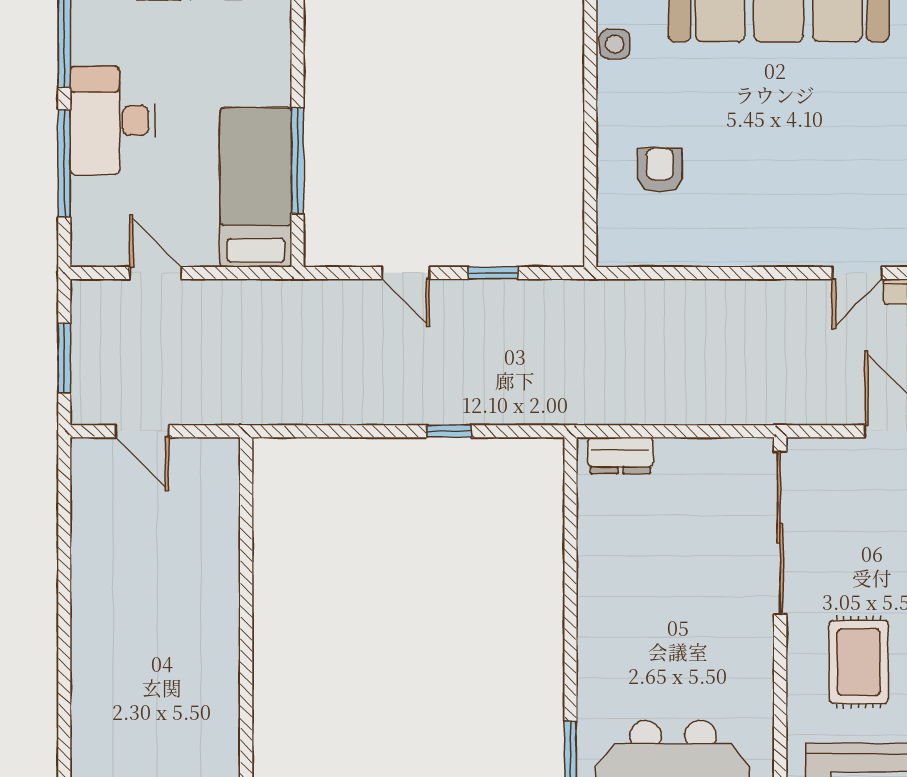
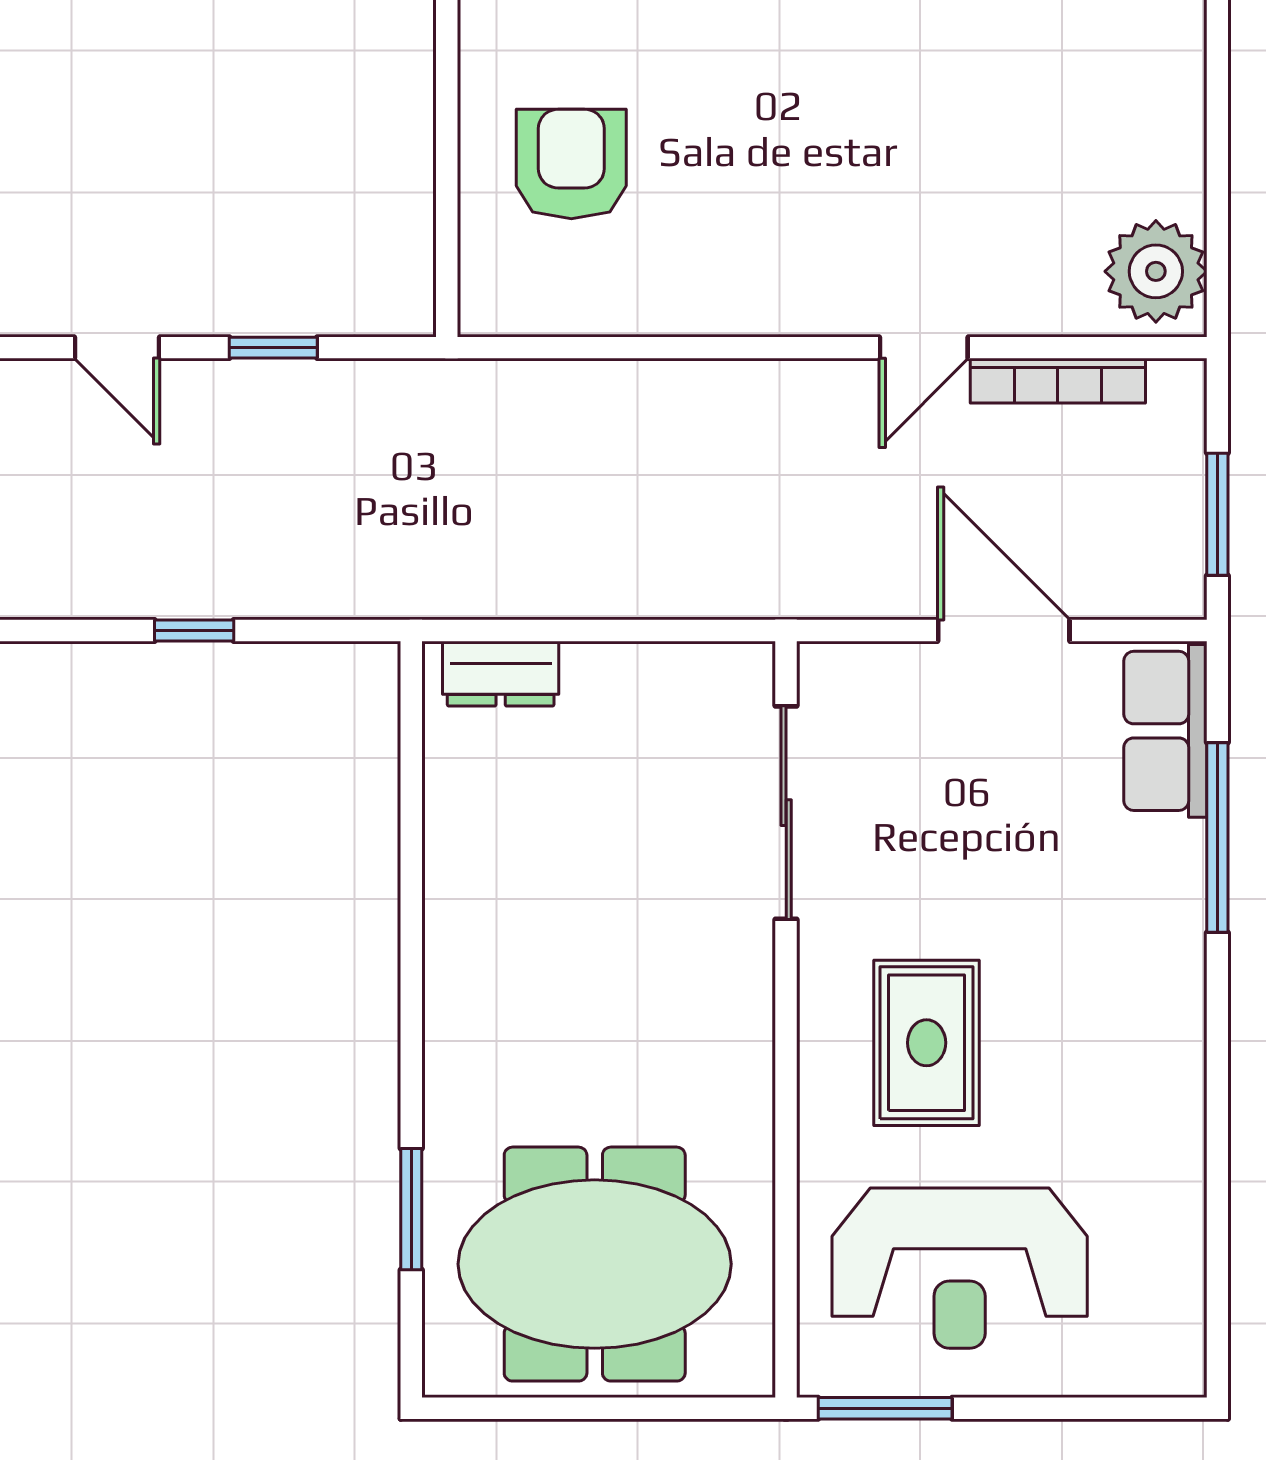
armchair: (660, 170) -> (571, 164), width x1.38, depth x1.38
sliding door: (780, 533) -> (786, 813), width x0.73

